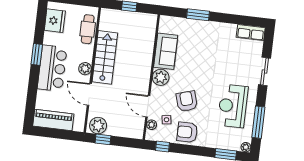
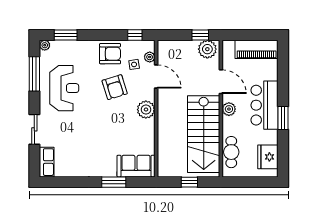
row of seats: (251, 32) -> (47, 162), moved, turned 90
sofa: (166, 51) -> (136, 166), moved, turned 90
stairs: (105, 57) -> (204, 134), width x1.36, depth x1.51

